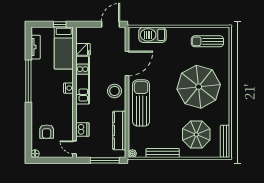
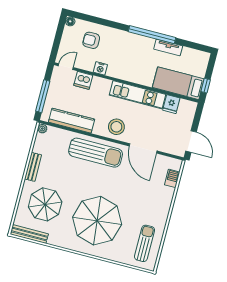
barbecue: (152, 35) -> (172, 178), width x0.53, depth x0.65
tv unit: (36, 47) -> (168, 47), moved
nightstand: (68, 88) -> (100, 68), moved
bench: (163, 153) -> (33, 167), width x0.73

